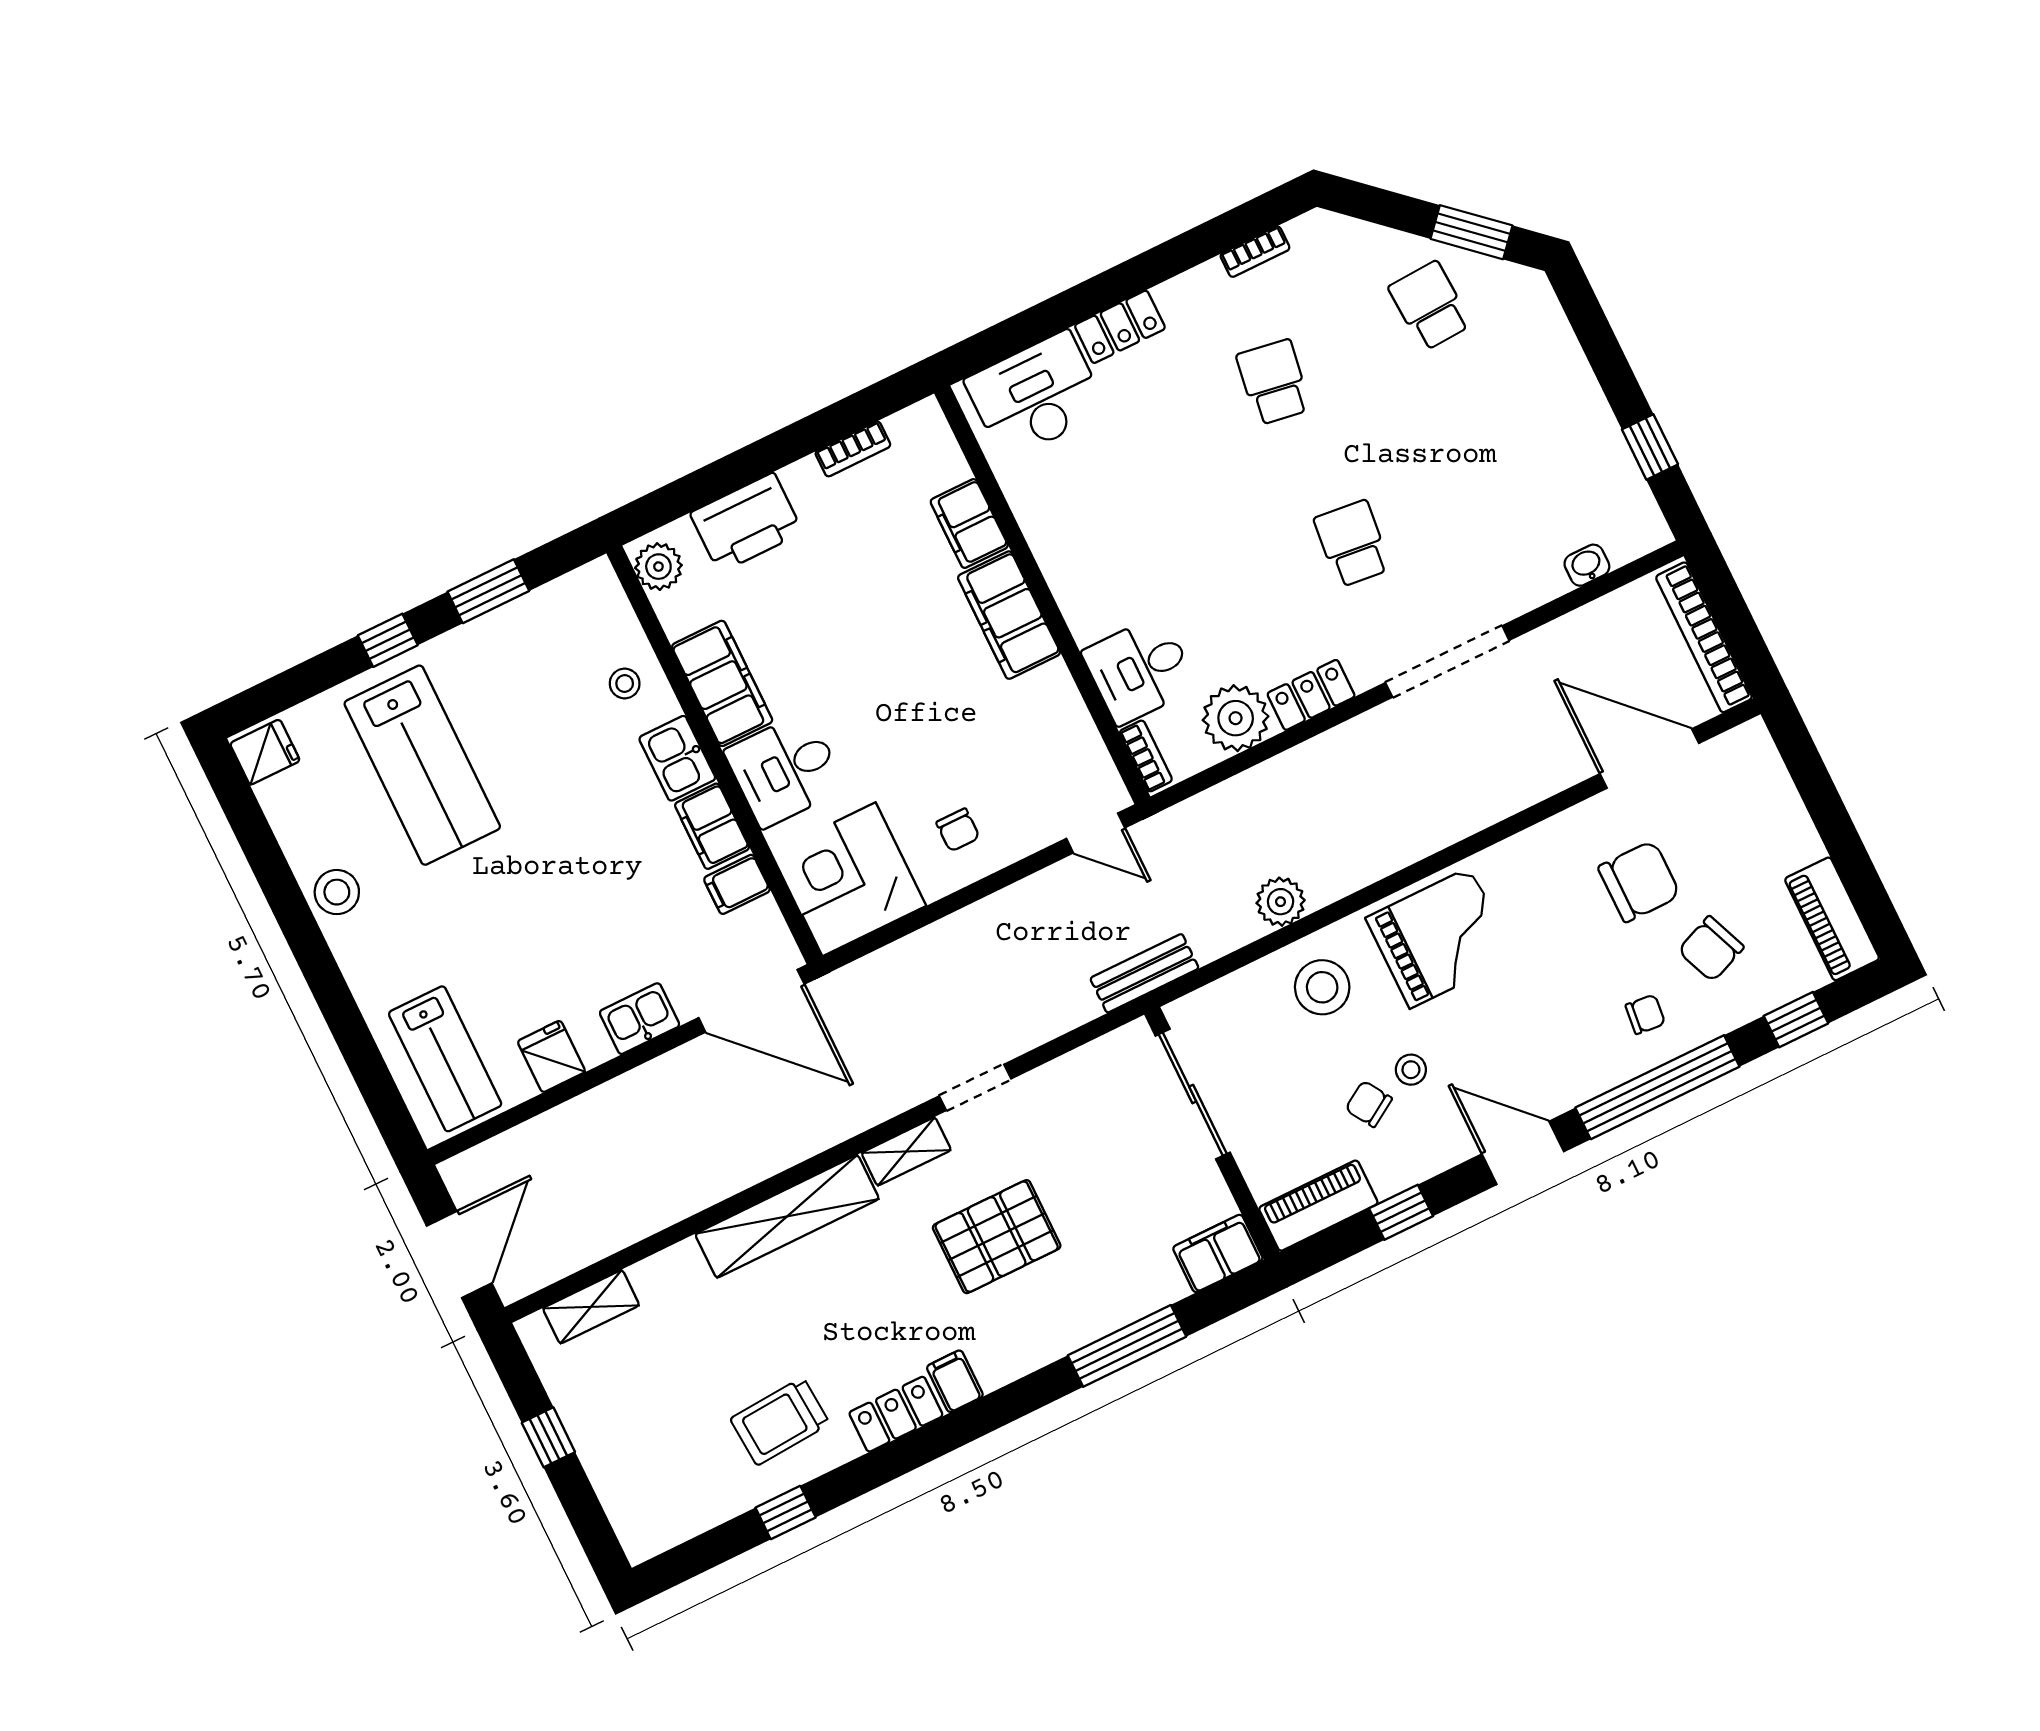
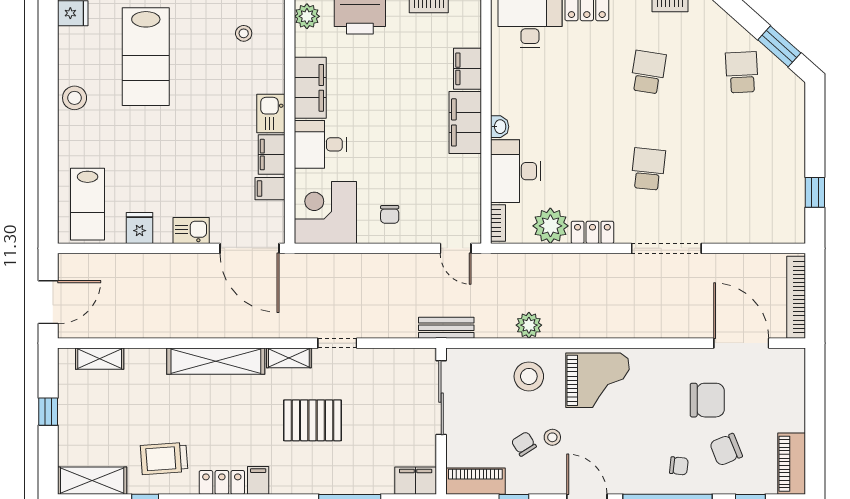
washbasin: (1587, 565) -> (500, 127), moved, turned 90
desk: (1140, 670) -> (516, 171), width x1.37
stool: (625, 684) -> (244, 33), moved
shelving: (678, 1517) -> (92, 481), added

